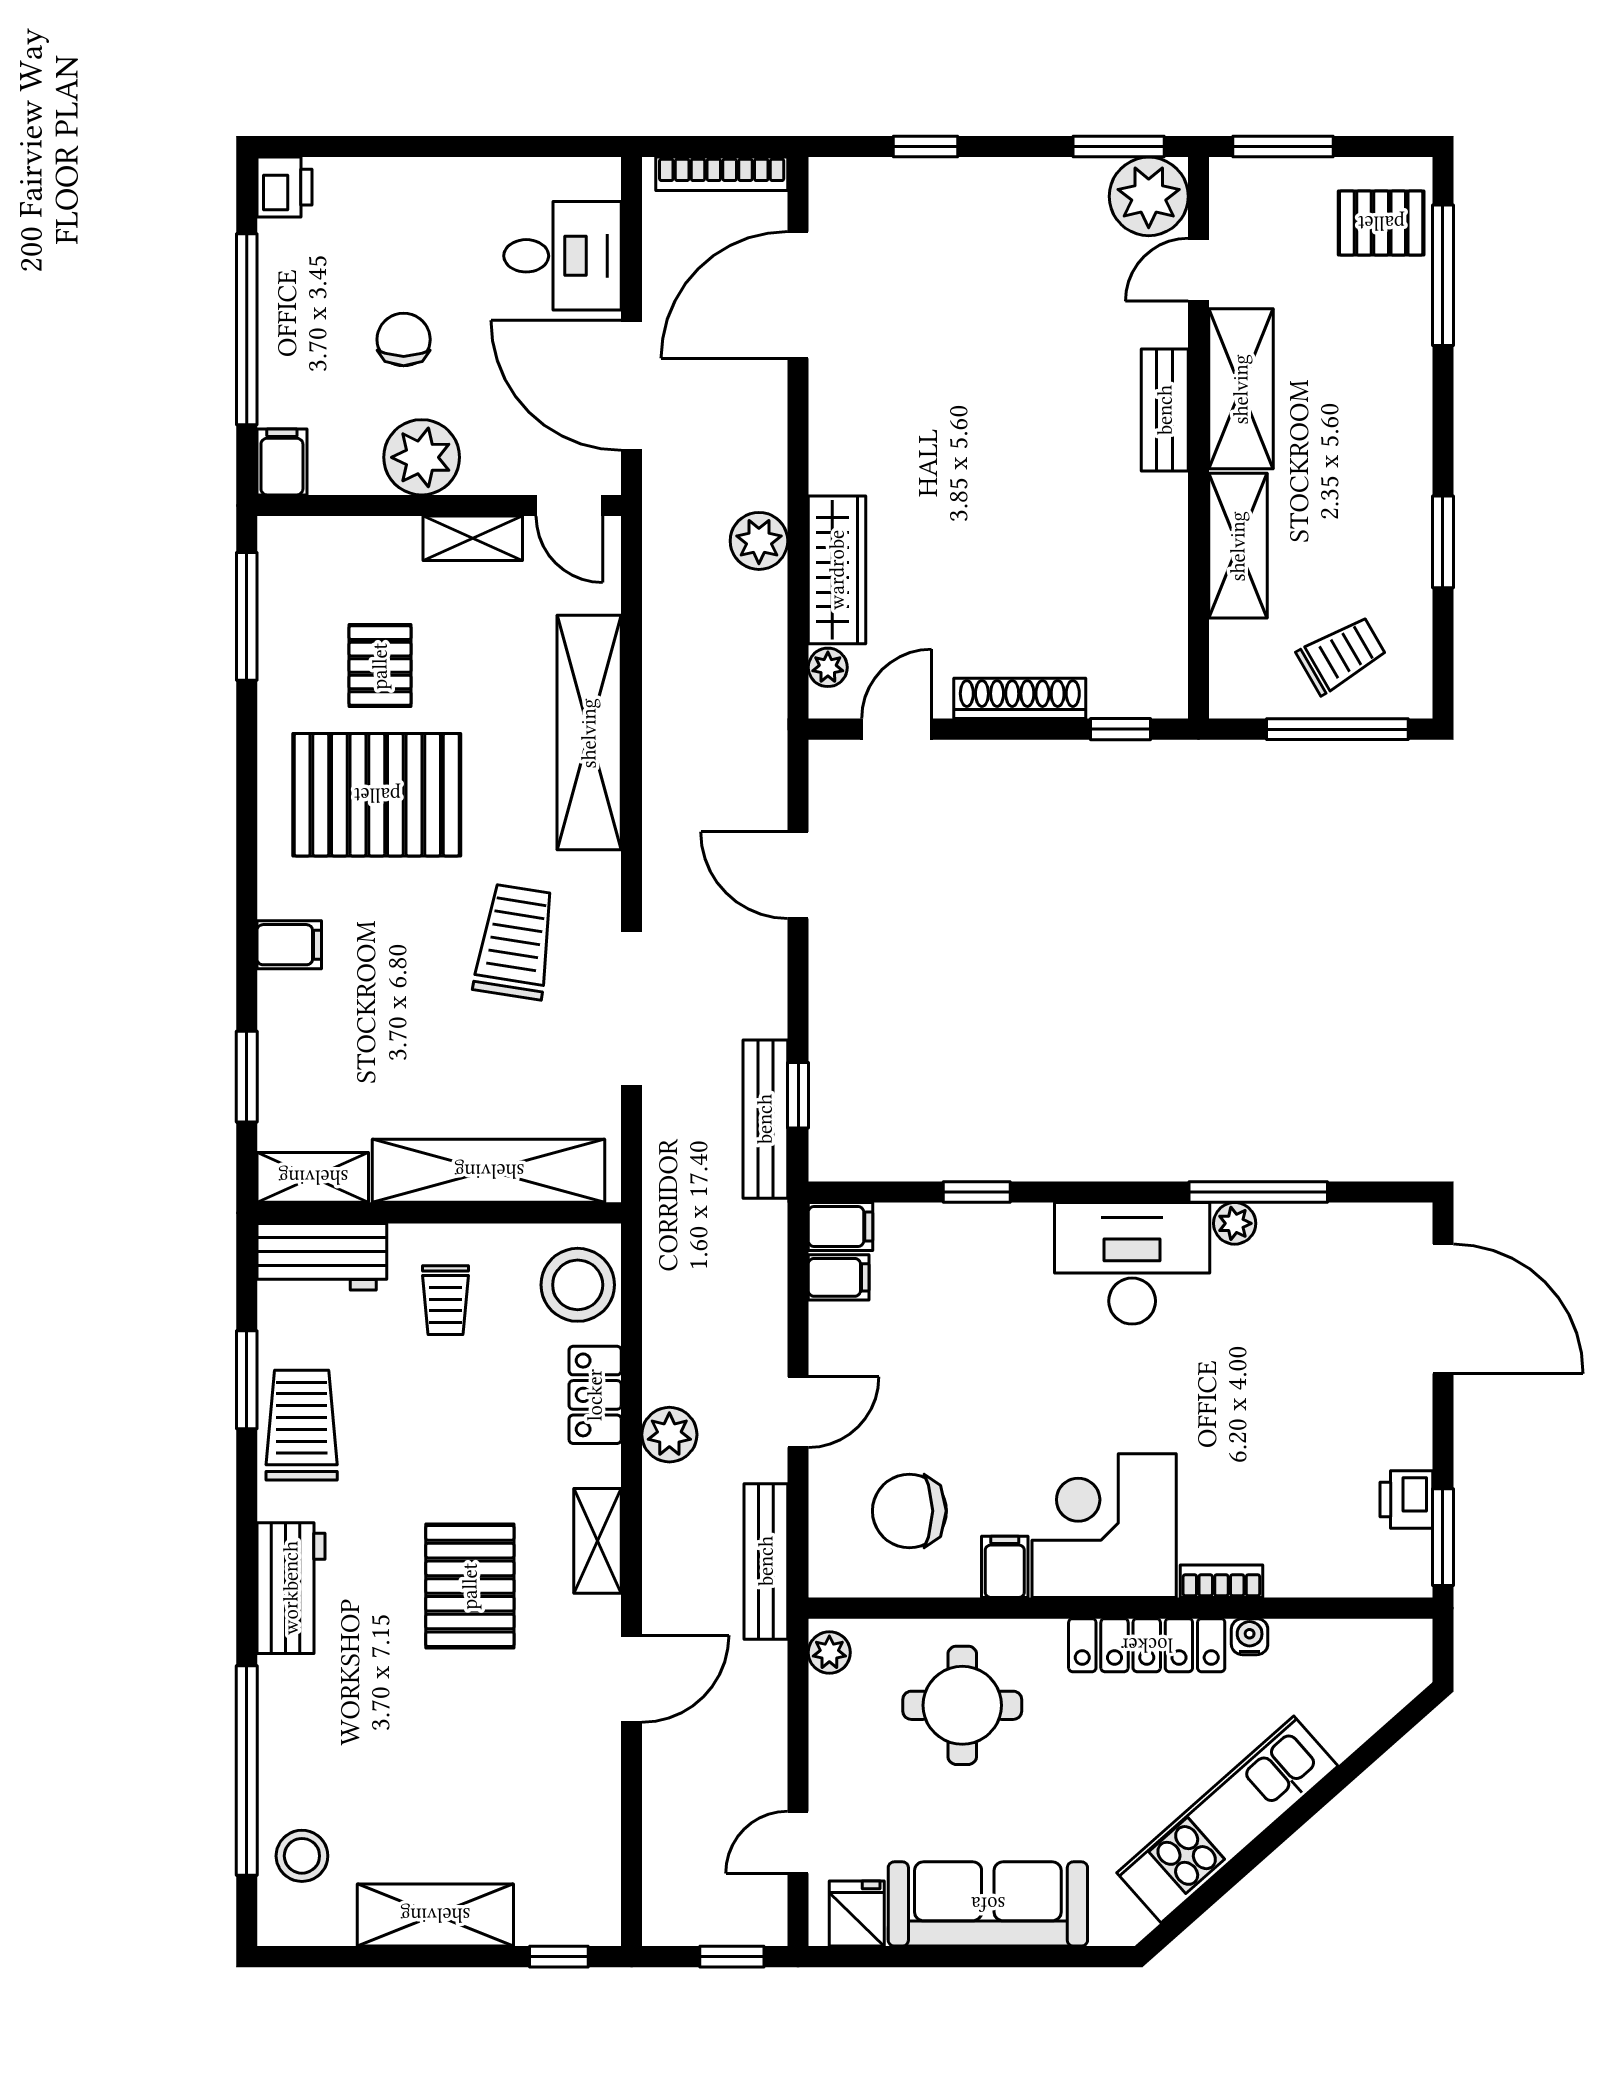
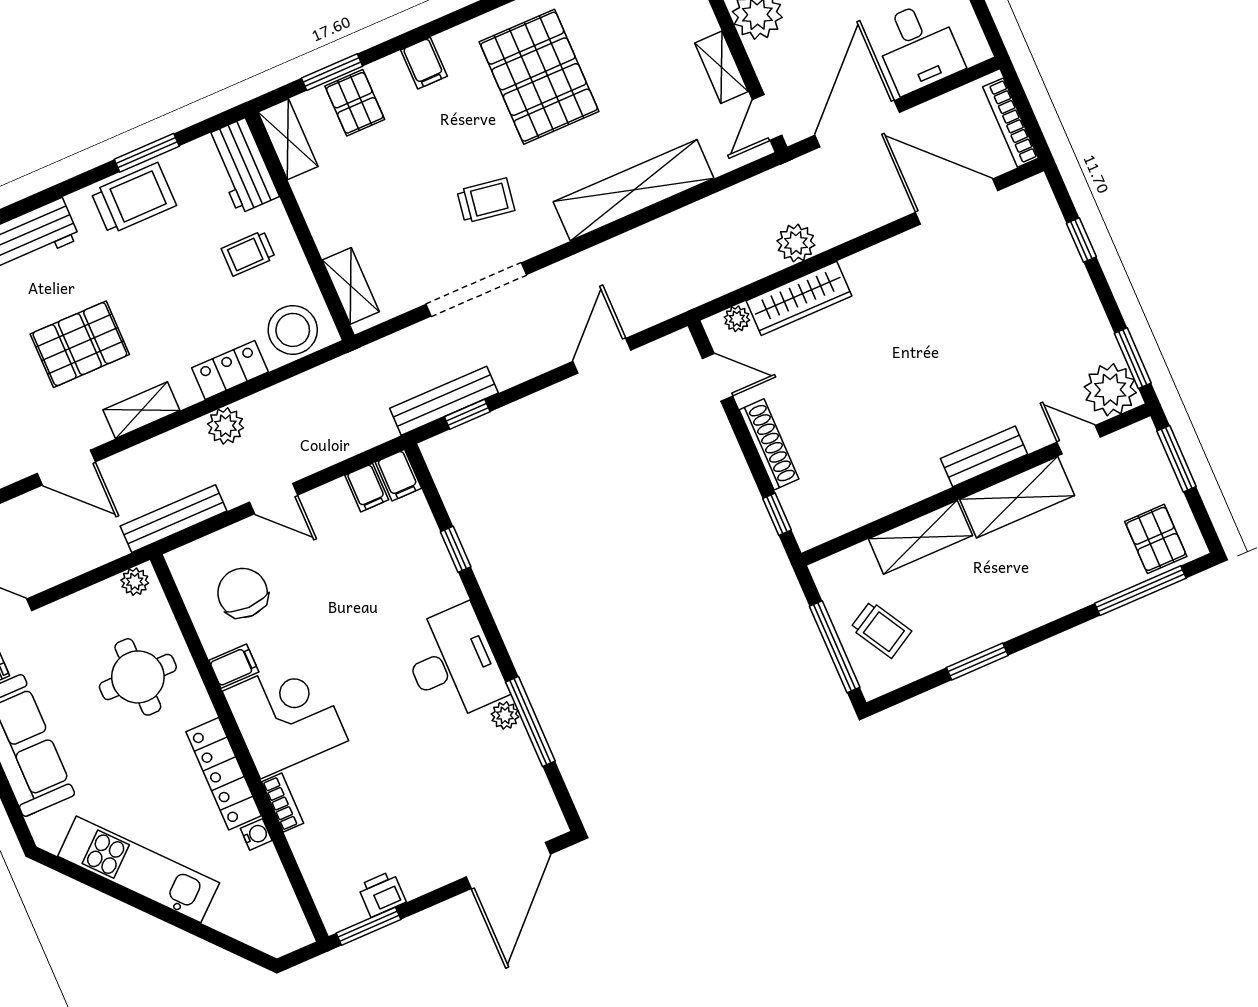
pallet: (380, 666) -> (355, 103), moved, turned 90
trolley: (515, 942) -> (486, 201), width x0.73, depth x0.72
shelving: (489, 1171) -> (351, 286), width x0.45, depth x0.75

